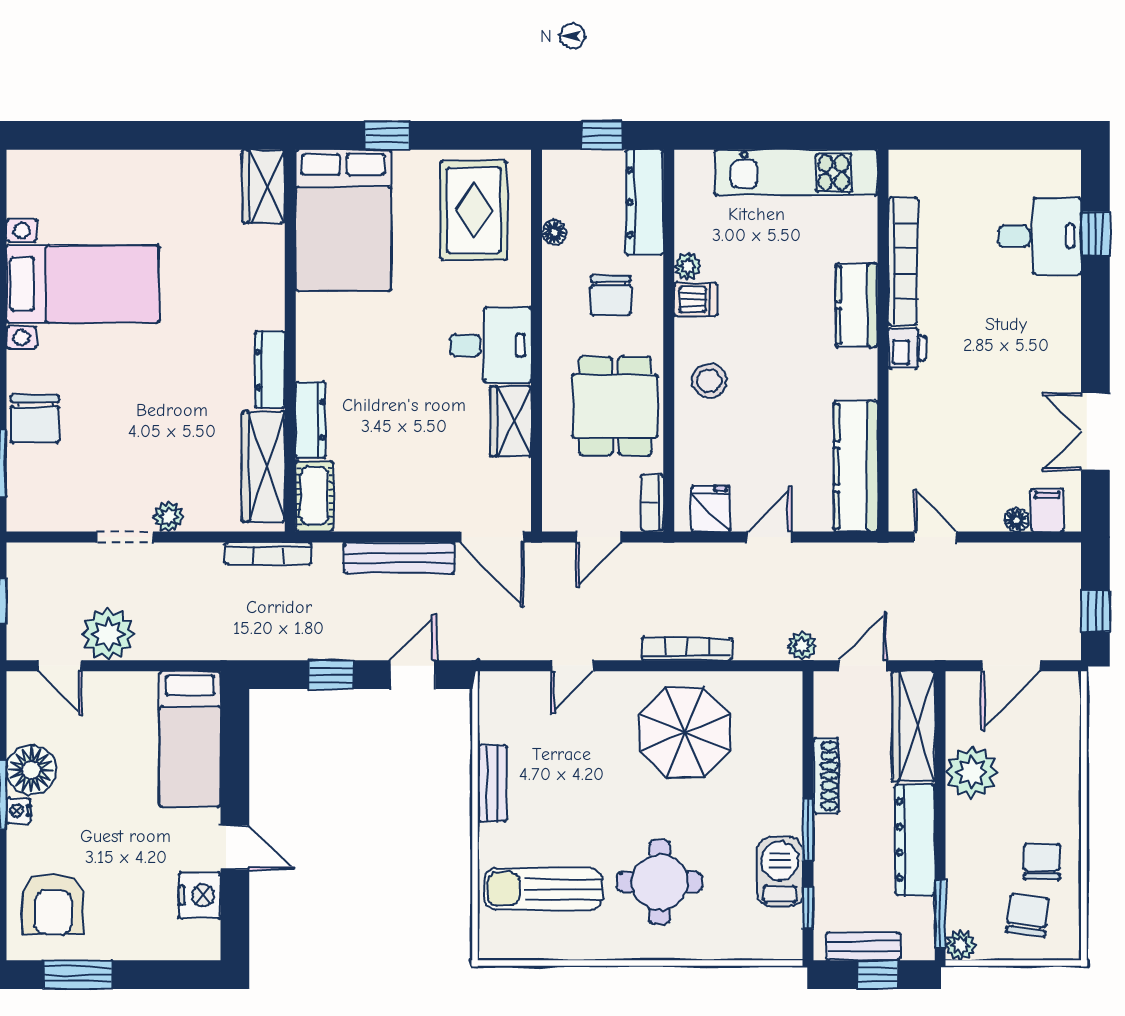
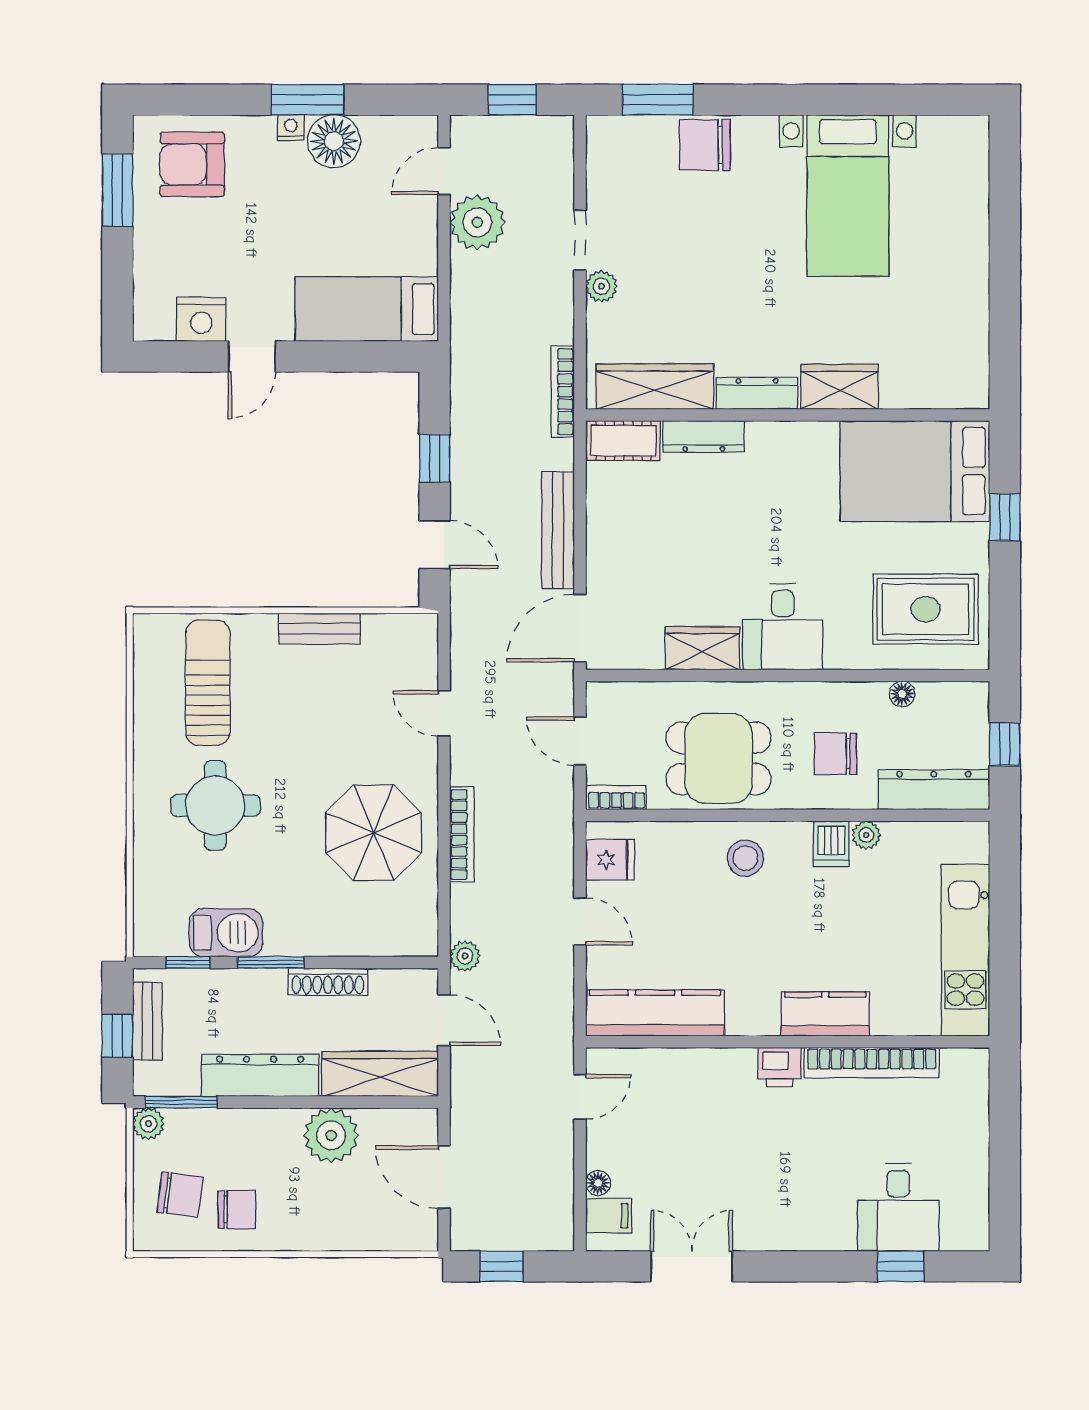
wardrobe: (264, 186) -> (840, 387), moved

